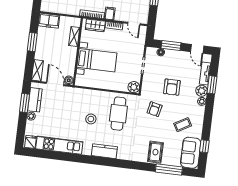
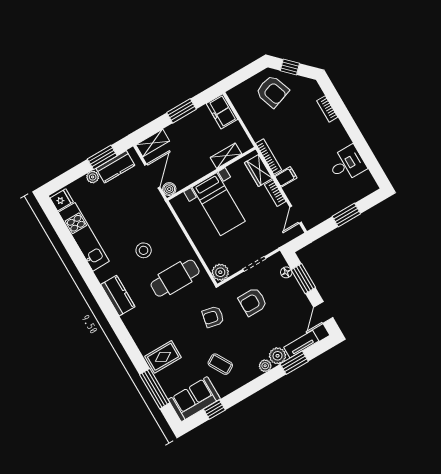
armchair: (172, 87) -> (253, 302), moved

